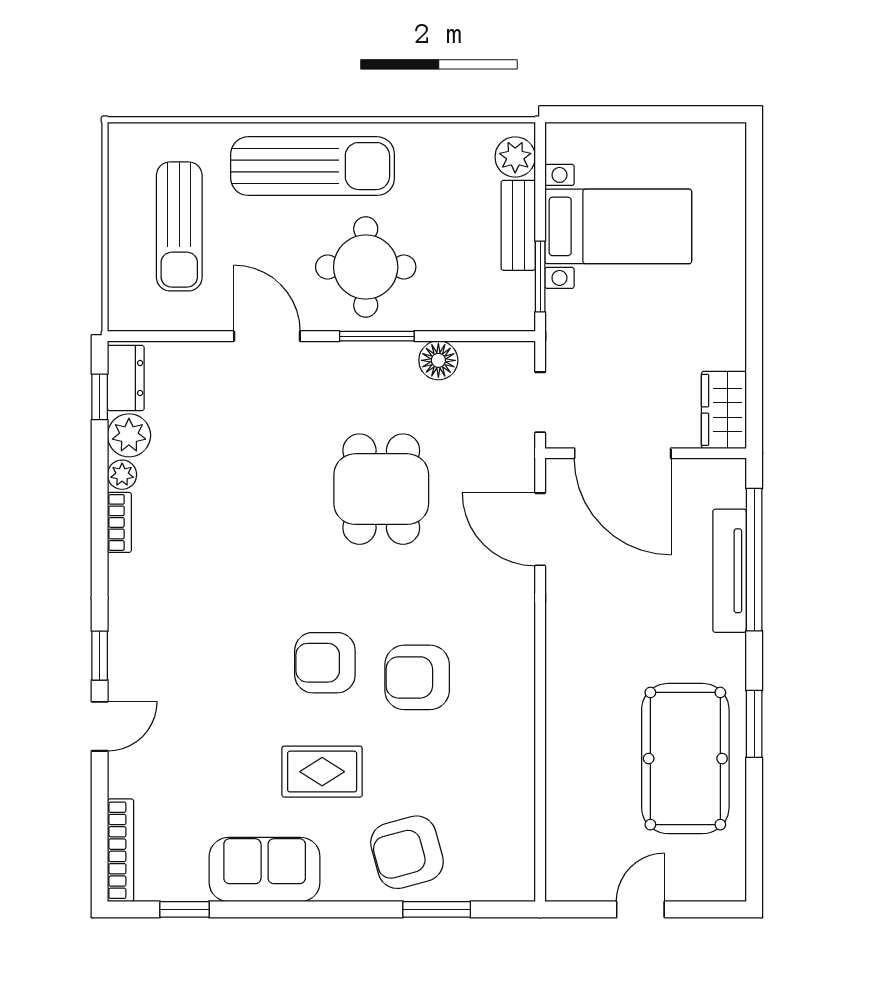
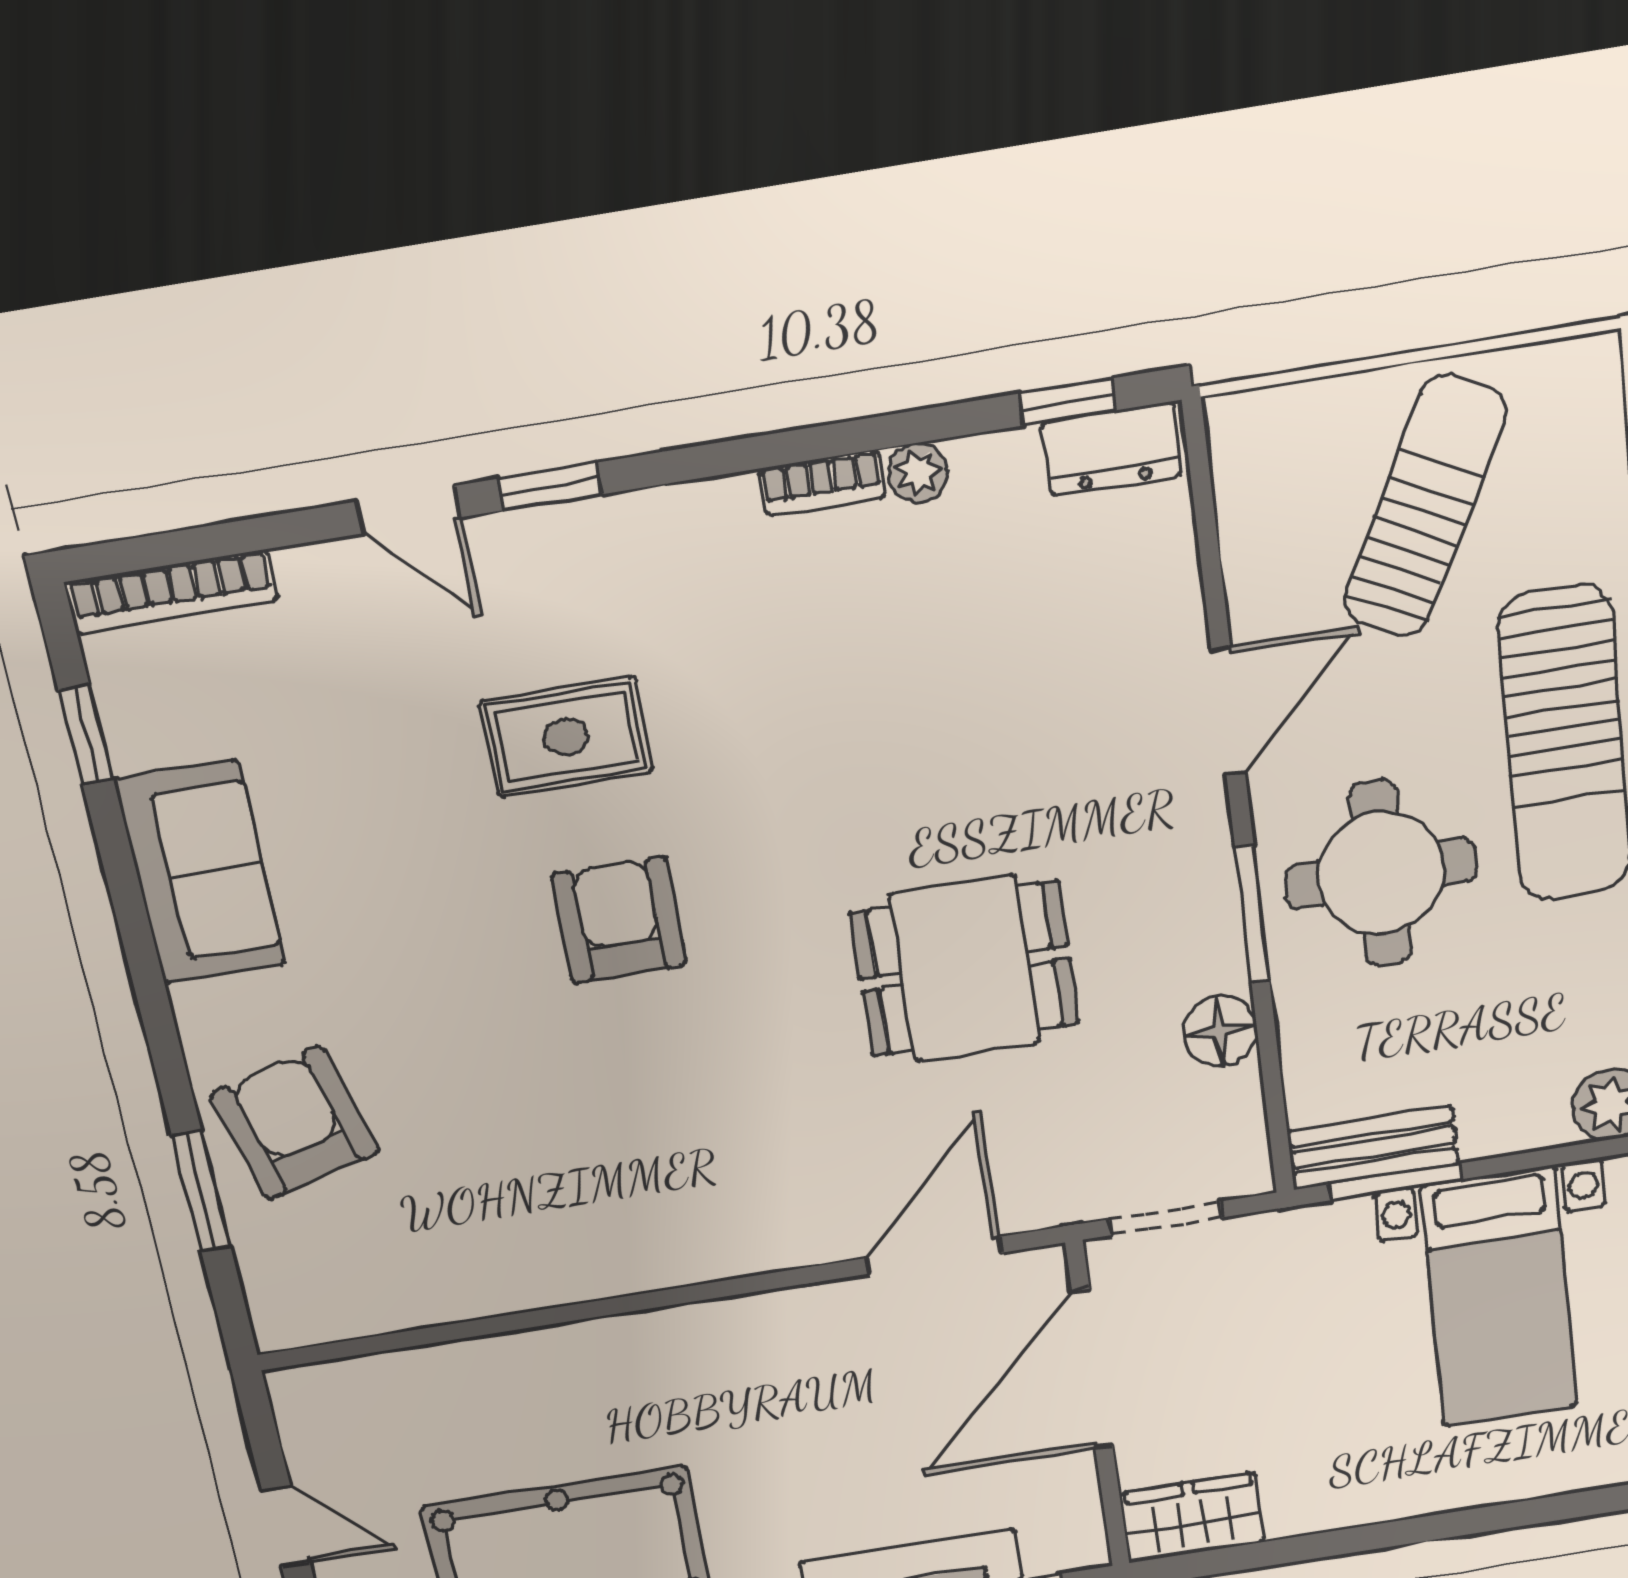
bench: (518, 225) -> (1373, 1148), moved
sun lounger: (179, 226) -> (1425, 507), turned 117
plant: (129, 435) -> (998, 474), removed
armchair: (417, 677) -> (624, 1089), removed
rug: (322, 772) -> (566, 737), moved, turned 90

